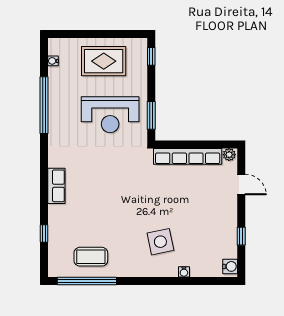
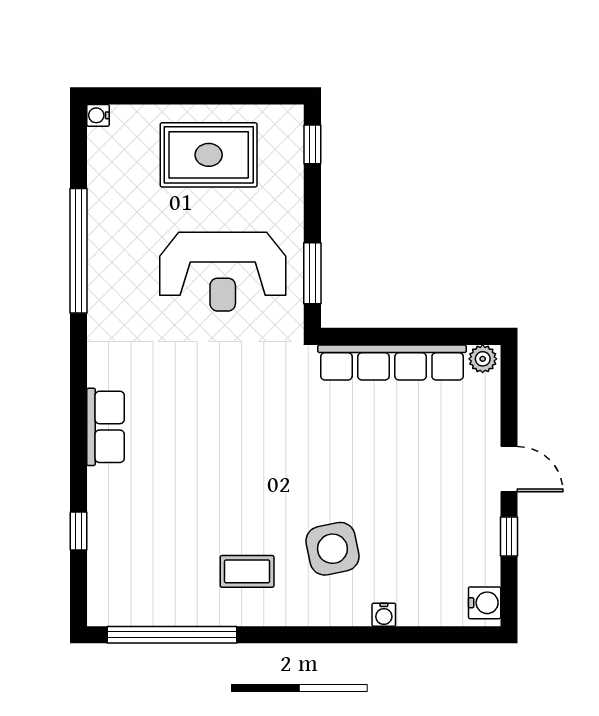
water cooler: (53, 61) -> (98, 115), moved
door: (241, 185) -> (509, 469), moved
coffee table: (91, 257) -> (247, 571), moved, width x0.73, depth x0.77

